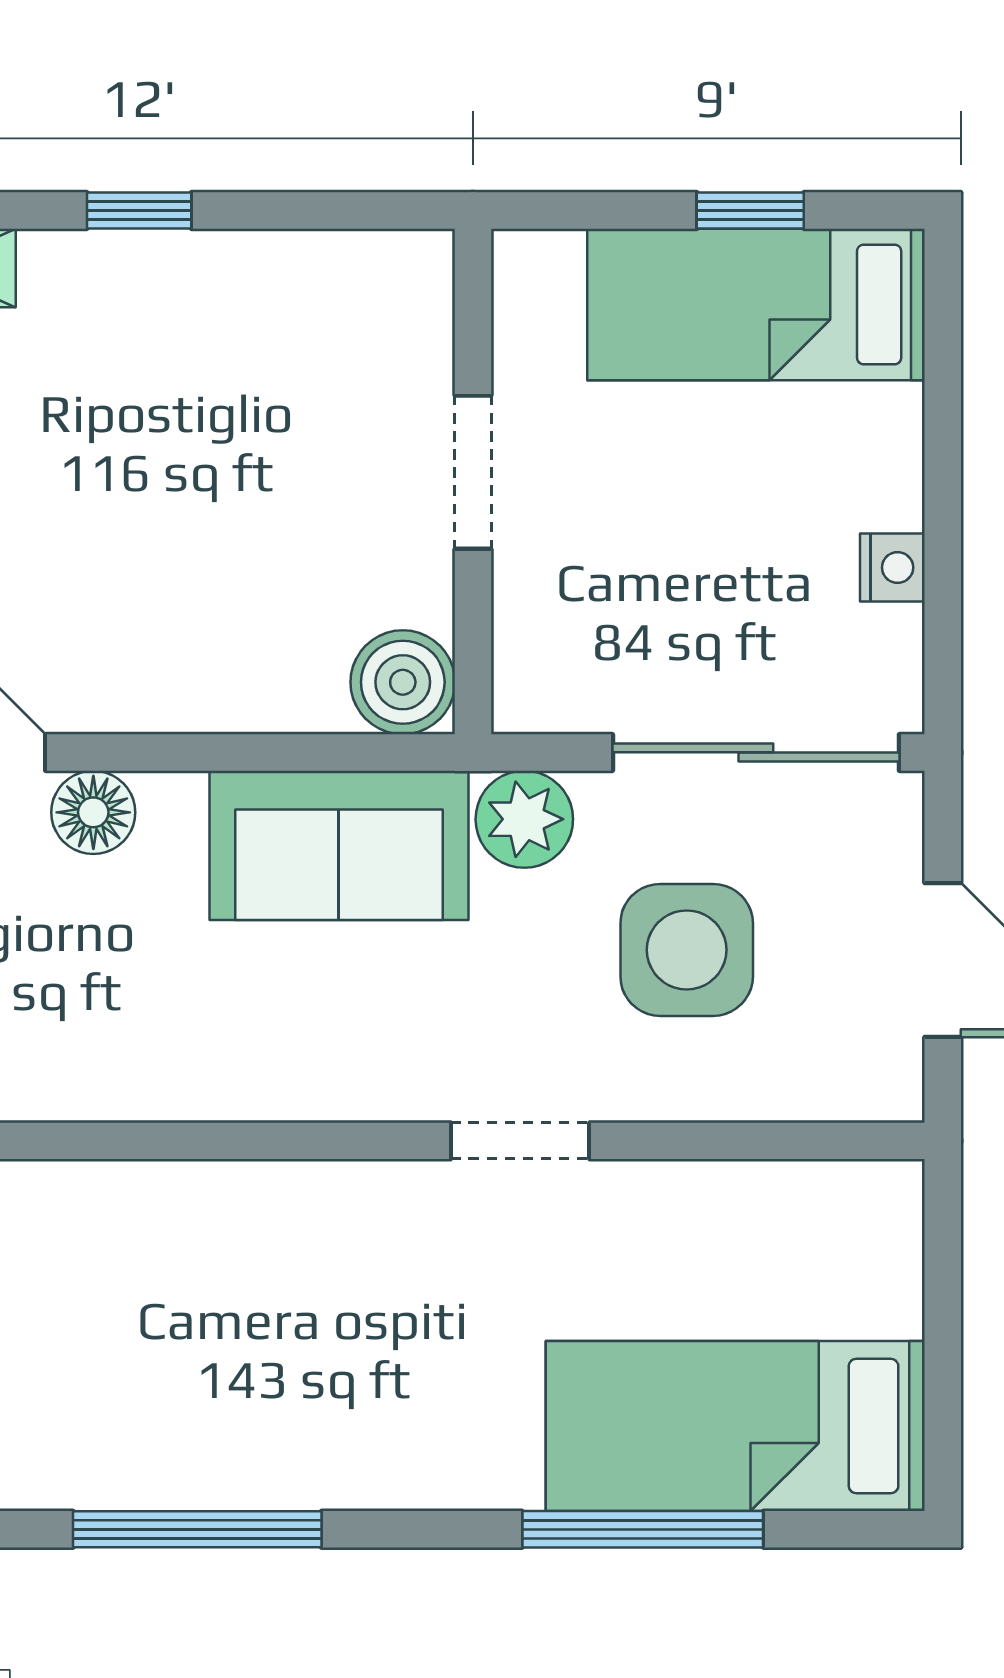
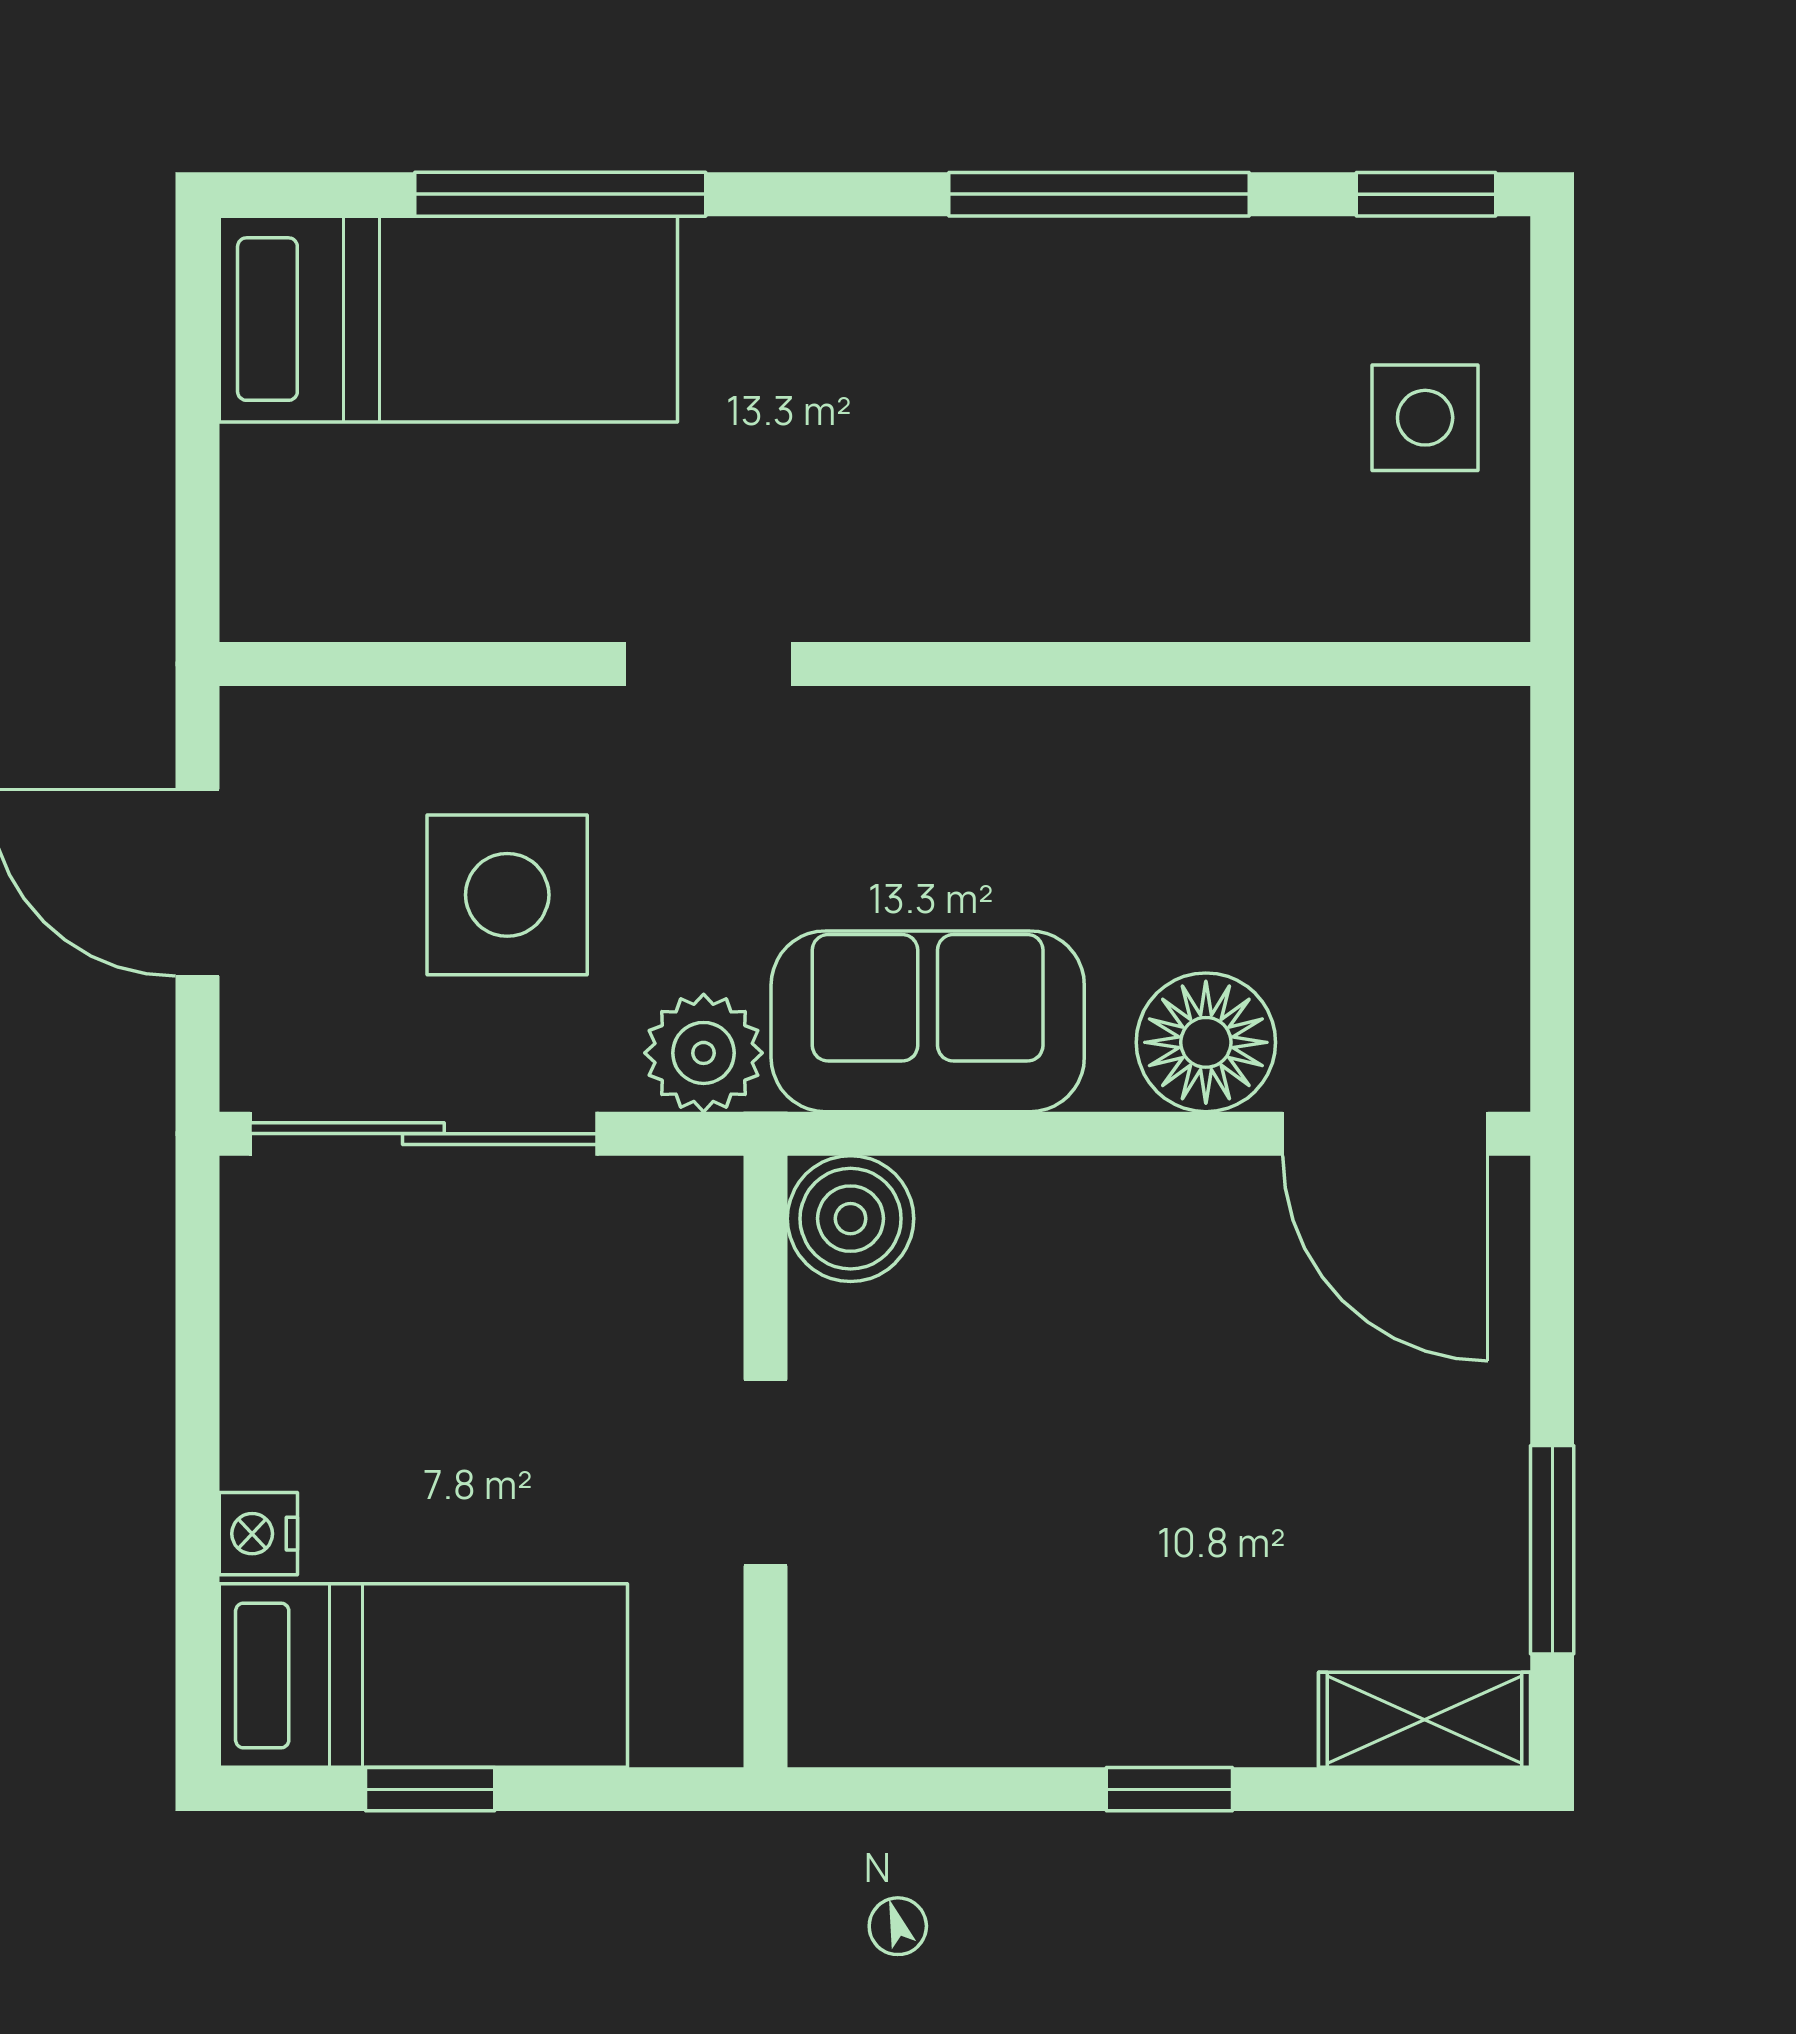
nightstand: (892, 568) -> (258, 1534), moved
floor lamp: (93, 812) -> (1206, 1042), width x1.38, depth x1.38

